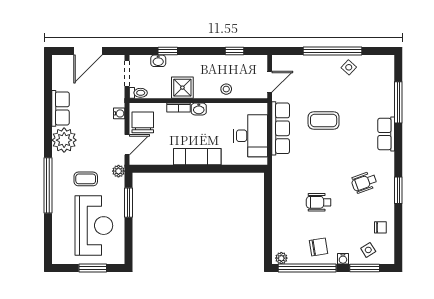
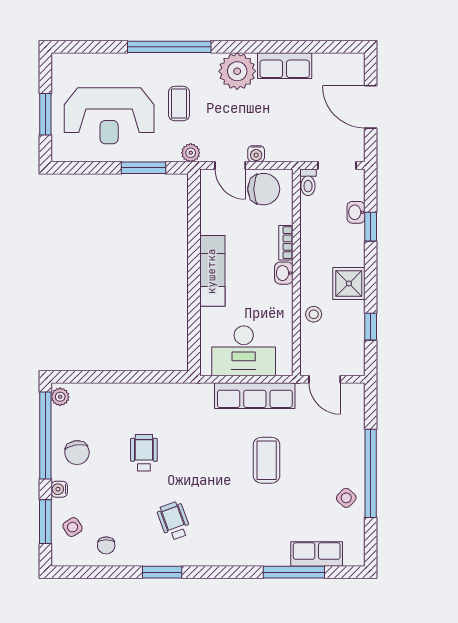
shower: (182, 88) -> (349, 284), moved
water cooler: (119, 113) -> (256, 154), moved
row of seats: (386, 134) -> (317, 554), moved

